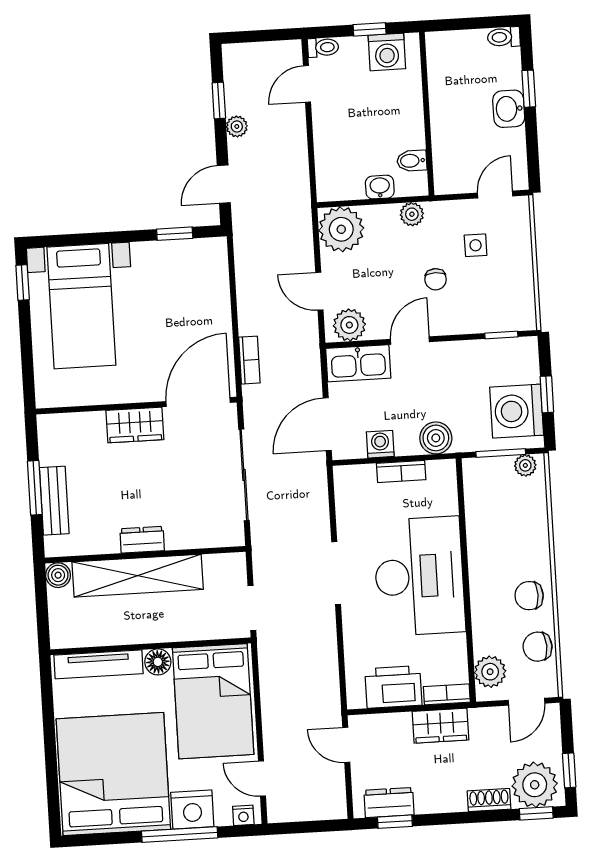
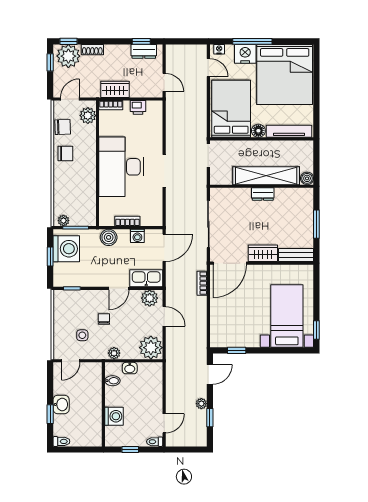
washing machine: (387, 52) -> (114, 416), moved, turned 90
bench: (54, 501) -> (296, 255), moved, turned 90
printer: (393, 687) -> (138, 107), width x0.53, depth x0.68

